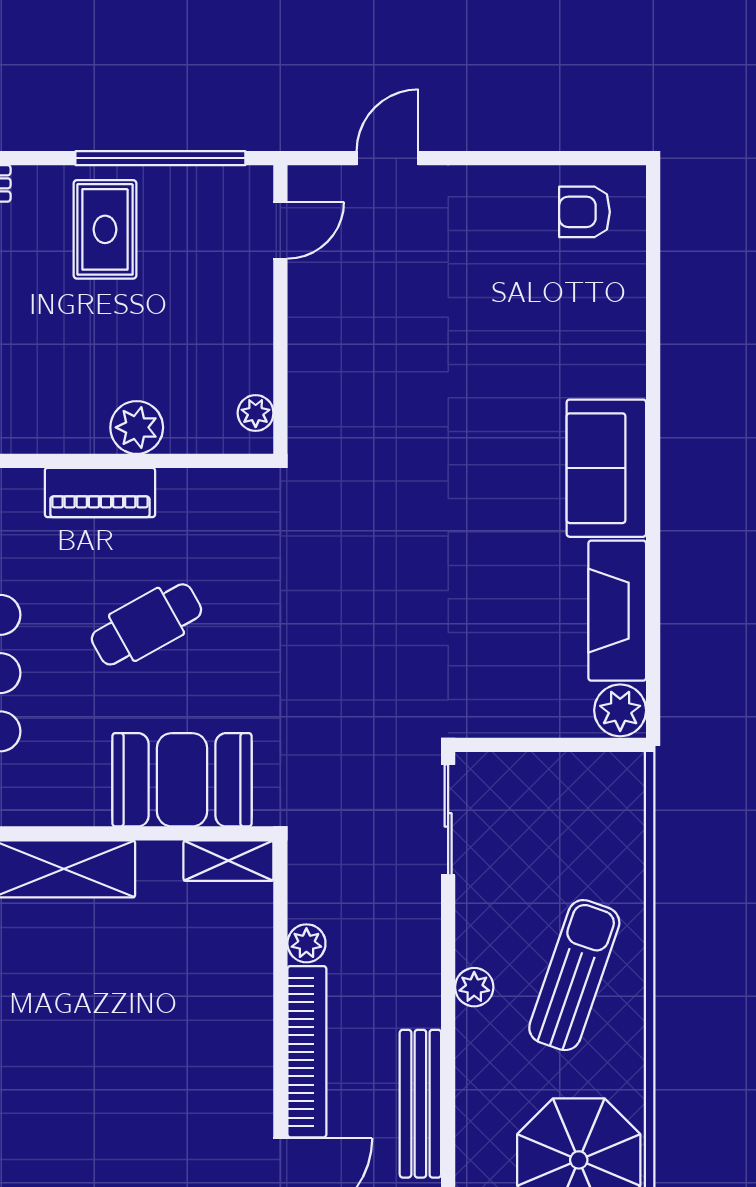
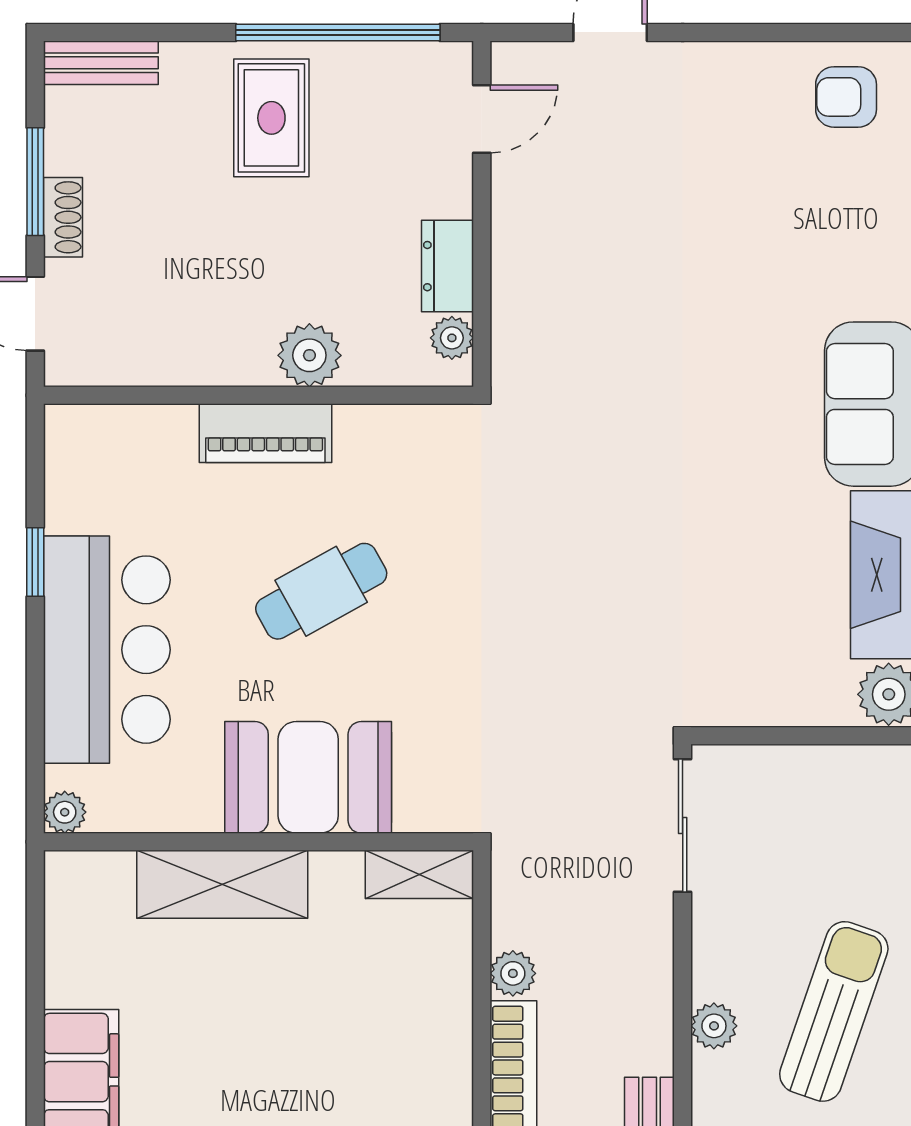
dresser: (252, 353) -> (448, 266), added
booth: (182, 780) -> (308, 777), moved

